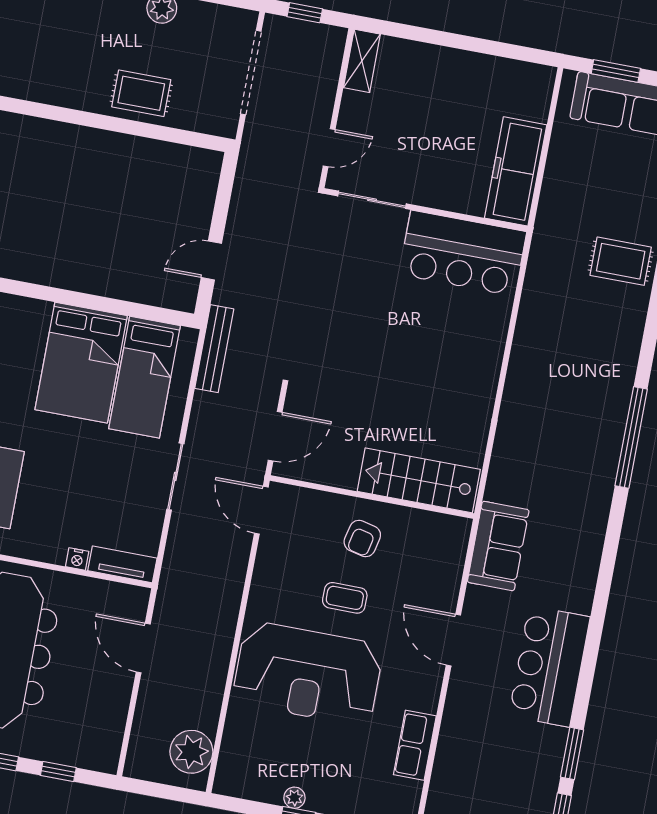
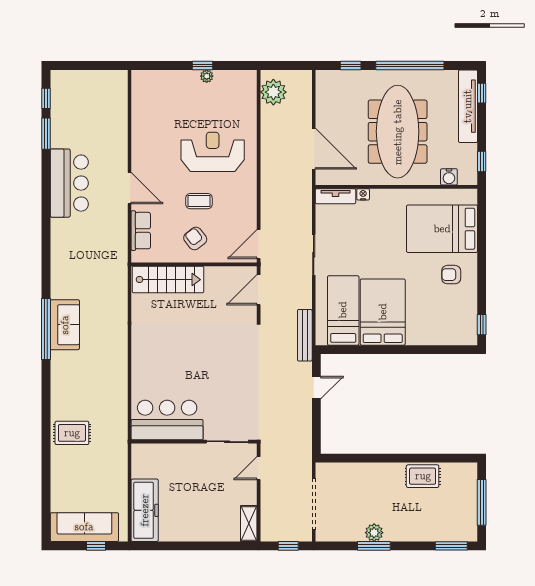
window: (616, 71) -> (96, 546), width x0.67
rug: (141, 93) -> (423, 476), moved
freezer: (516, 171) -> (145, 510), moved
door: (261, 510) -> (259, 244), swing flipped
armchair: (362, 539) -> (195, 238), turned -51
sofa: (498, 546) -> (65, 325), moved, turned 180
door: (143, 648) -> (314, 149), width x1.36
reception desk: (308, 674) -> (213, 152), width x0.74, depth x0.77
row of seats: (415, 745) -> (141, 231), moved

